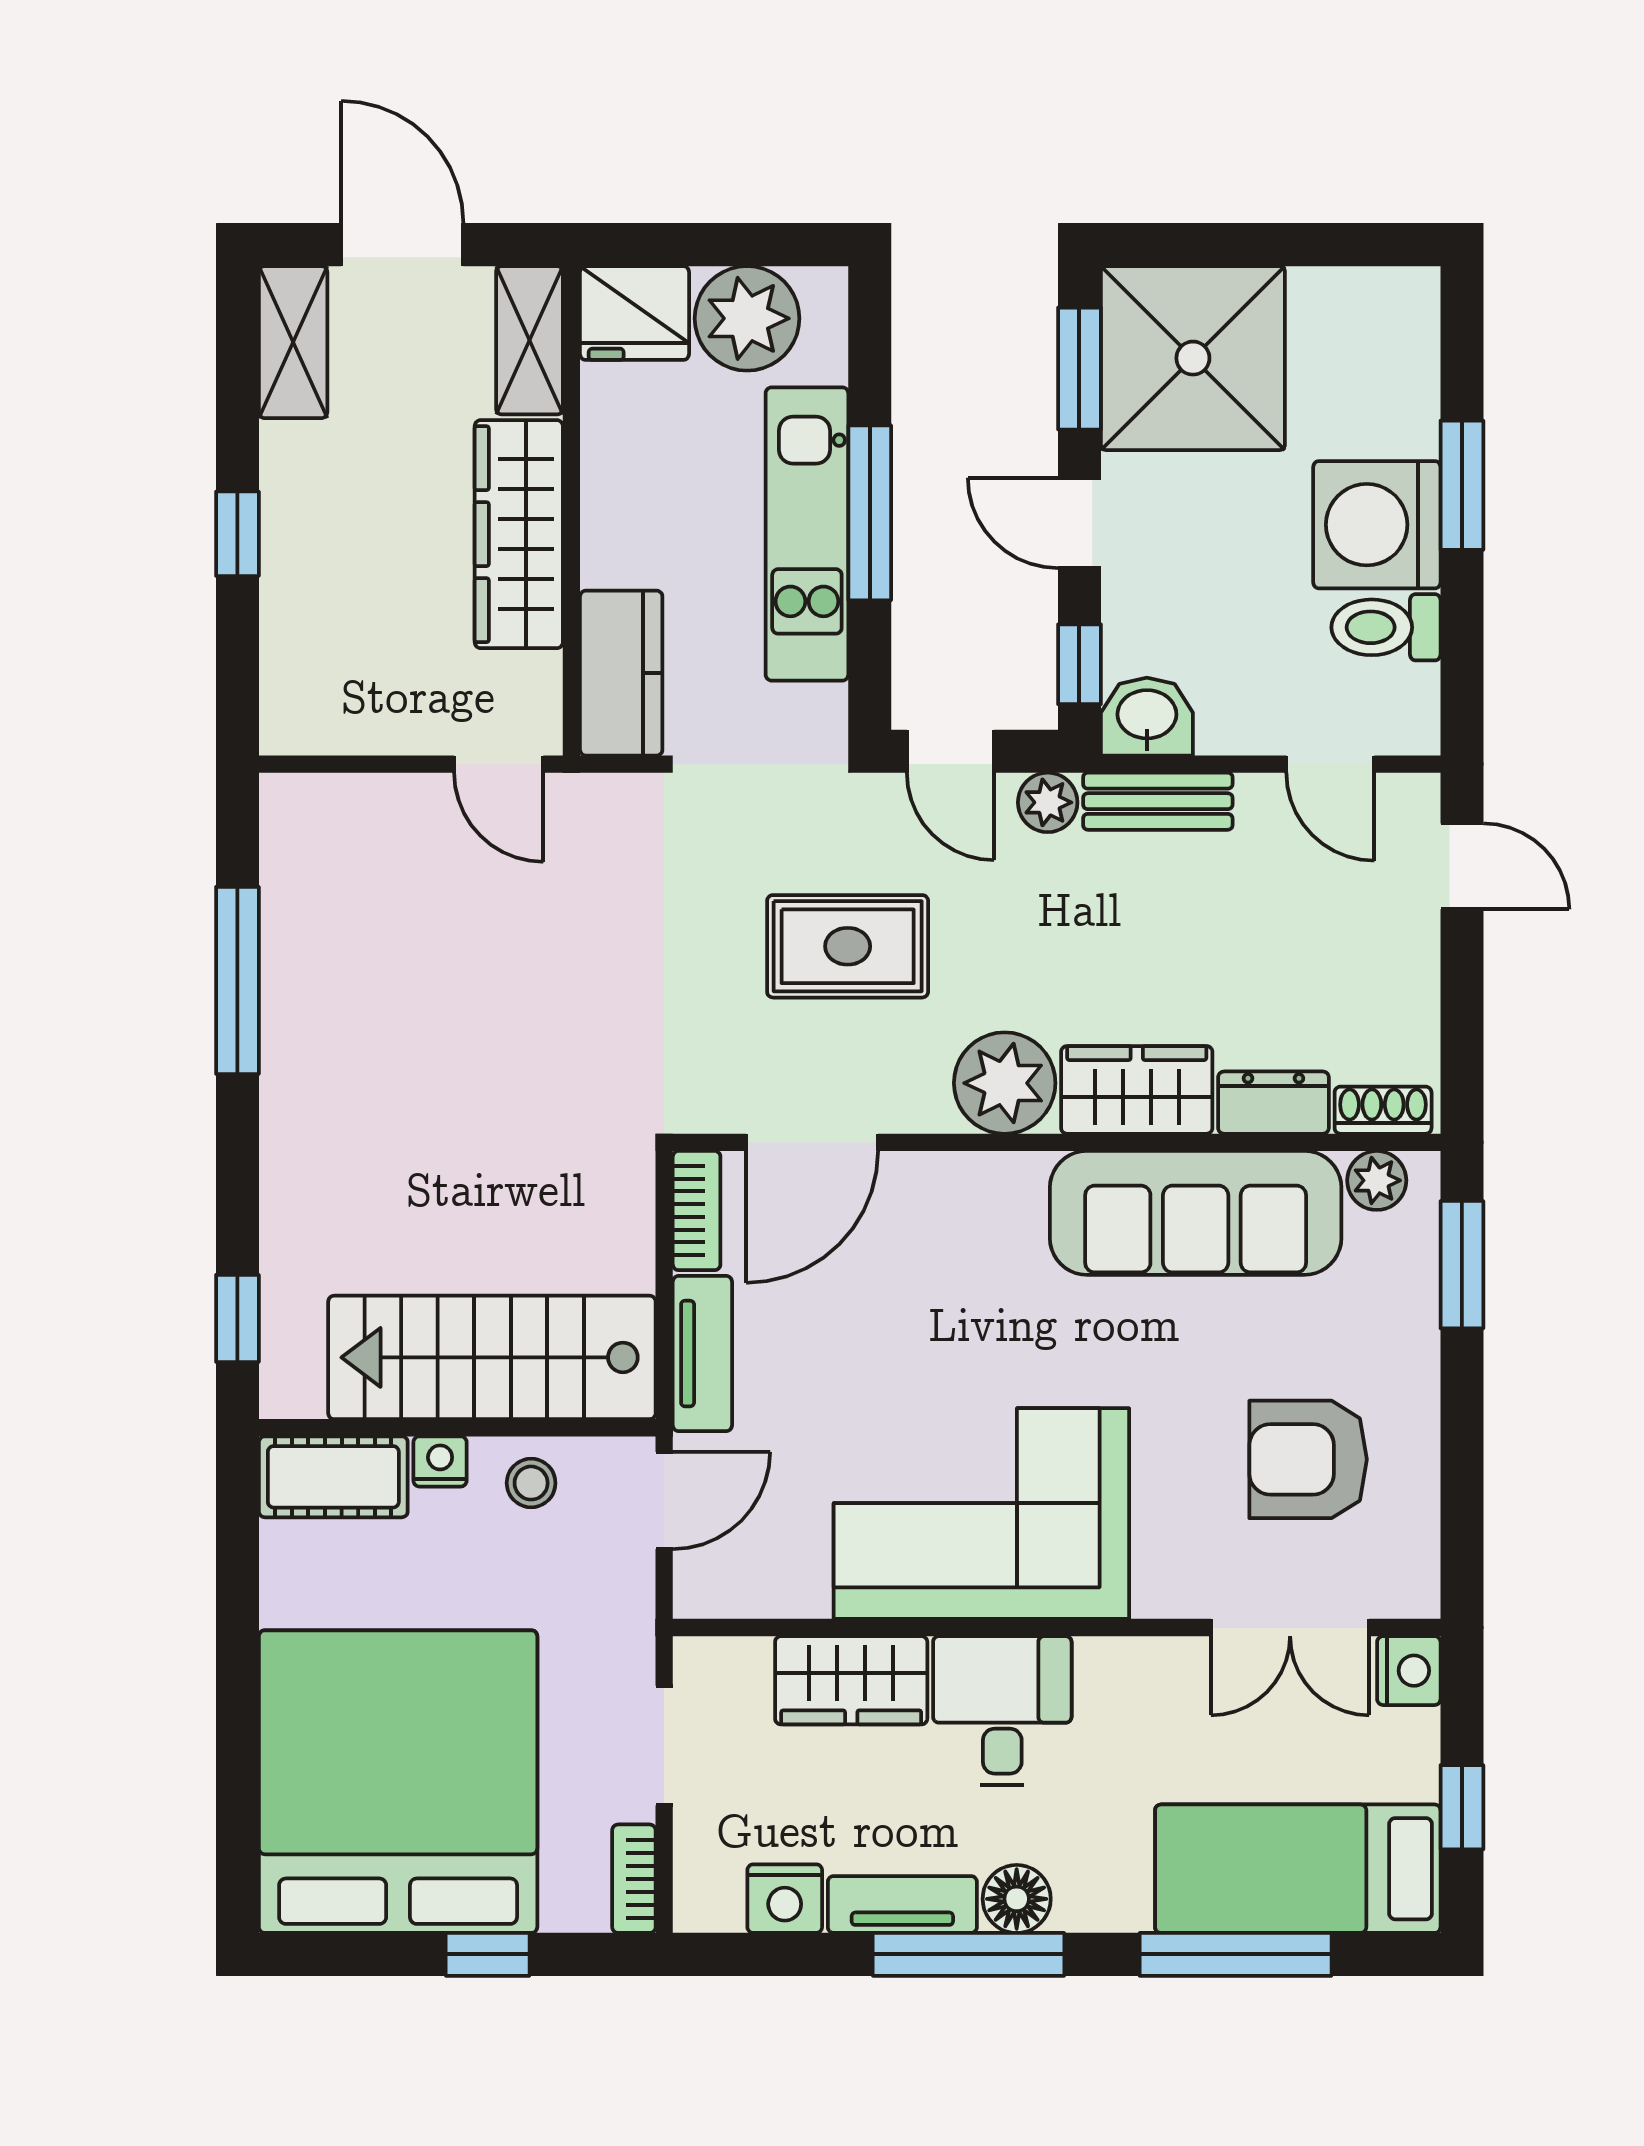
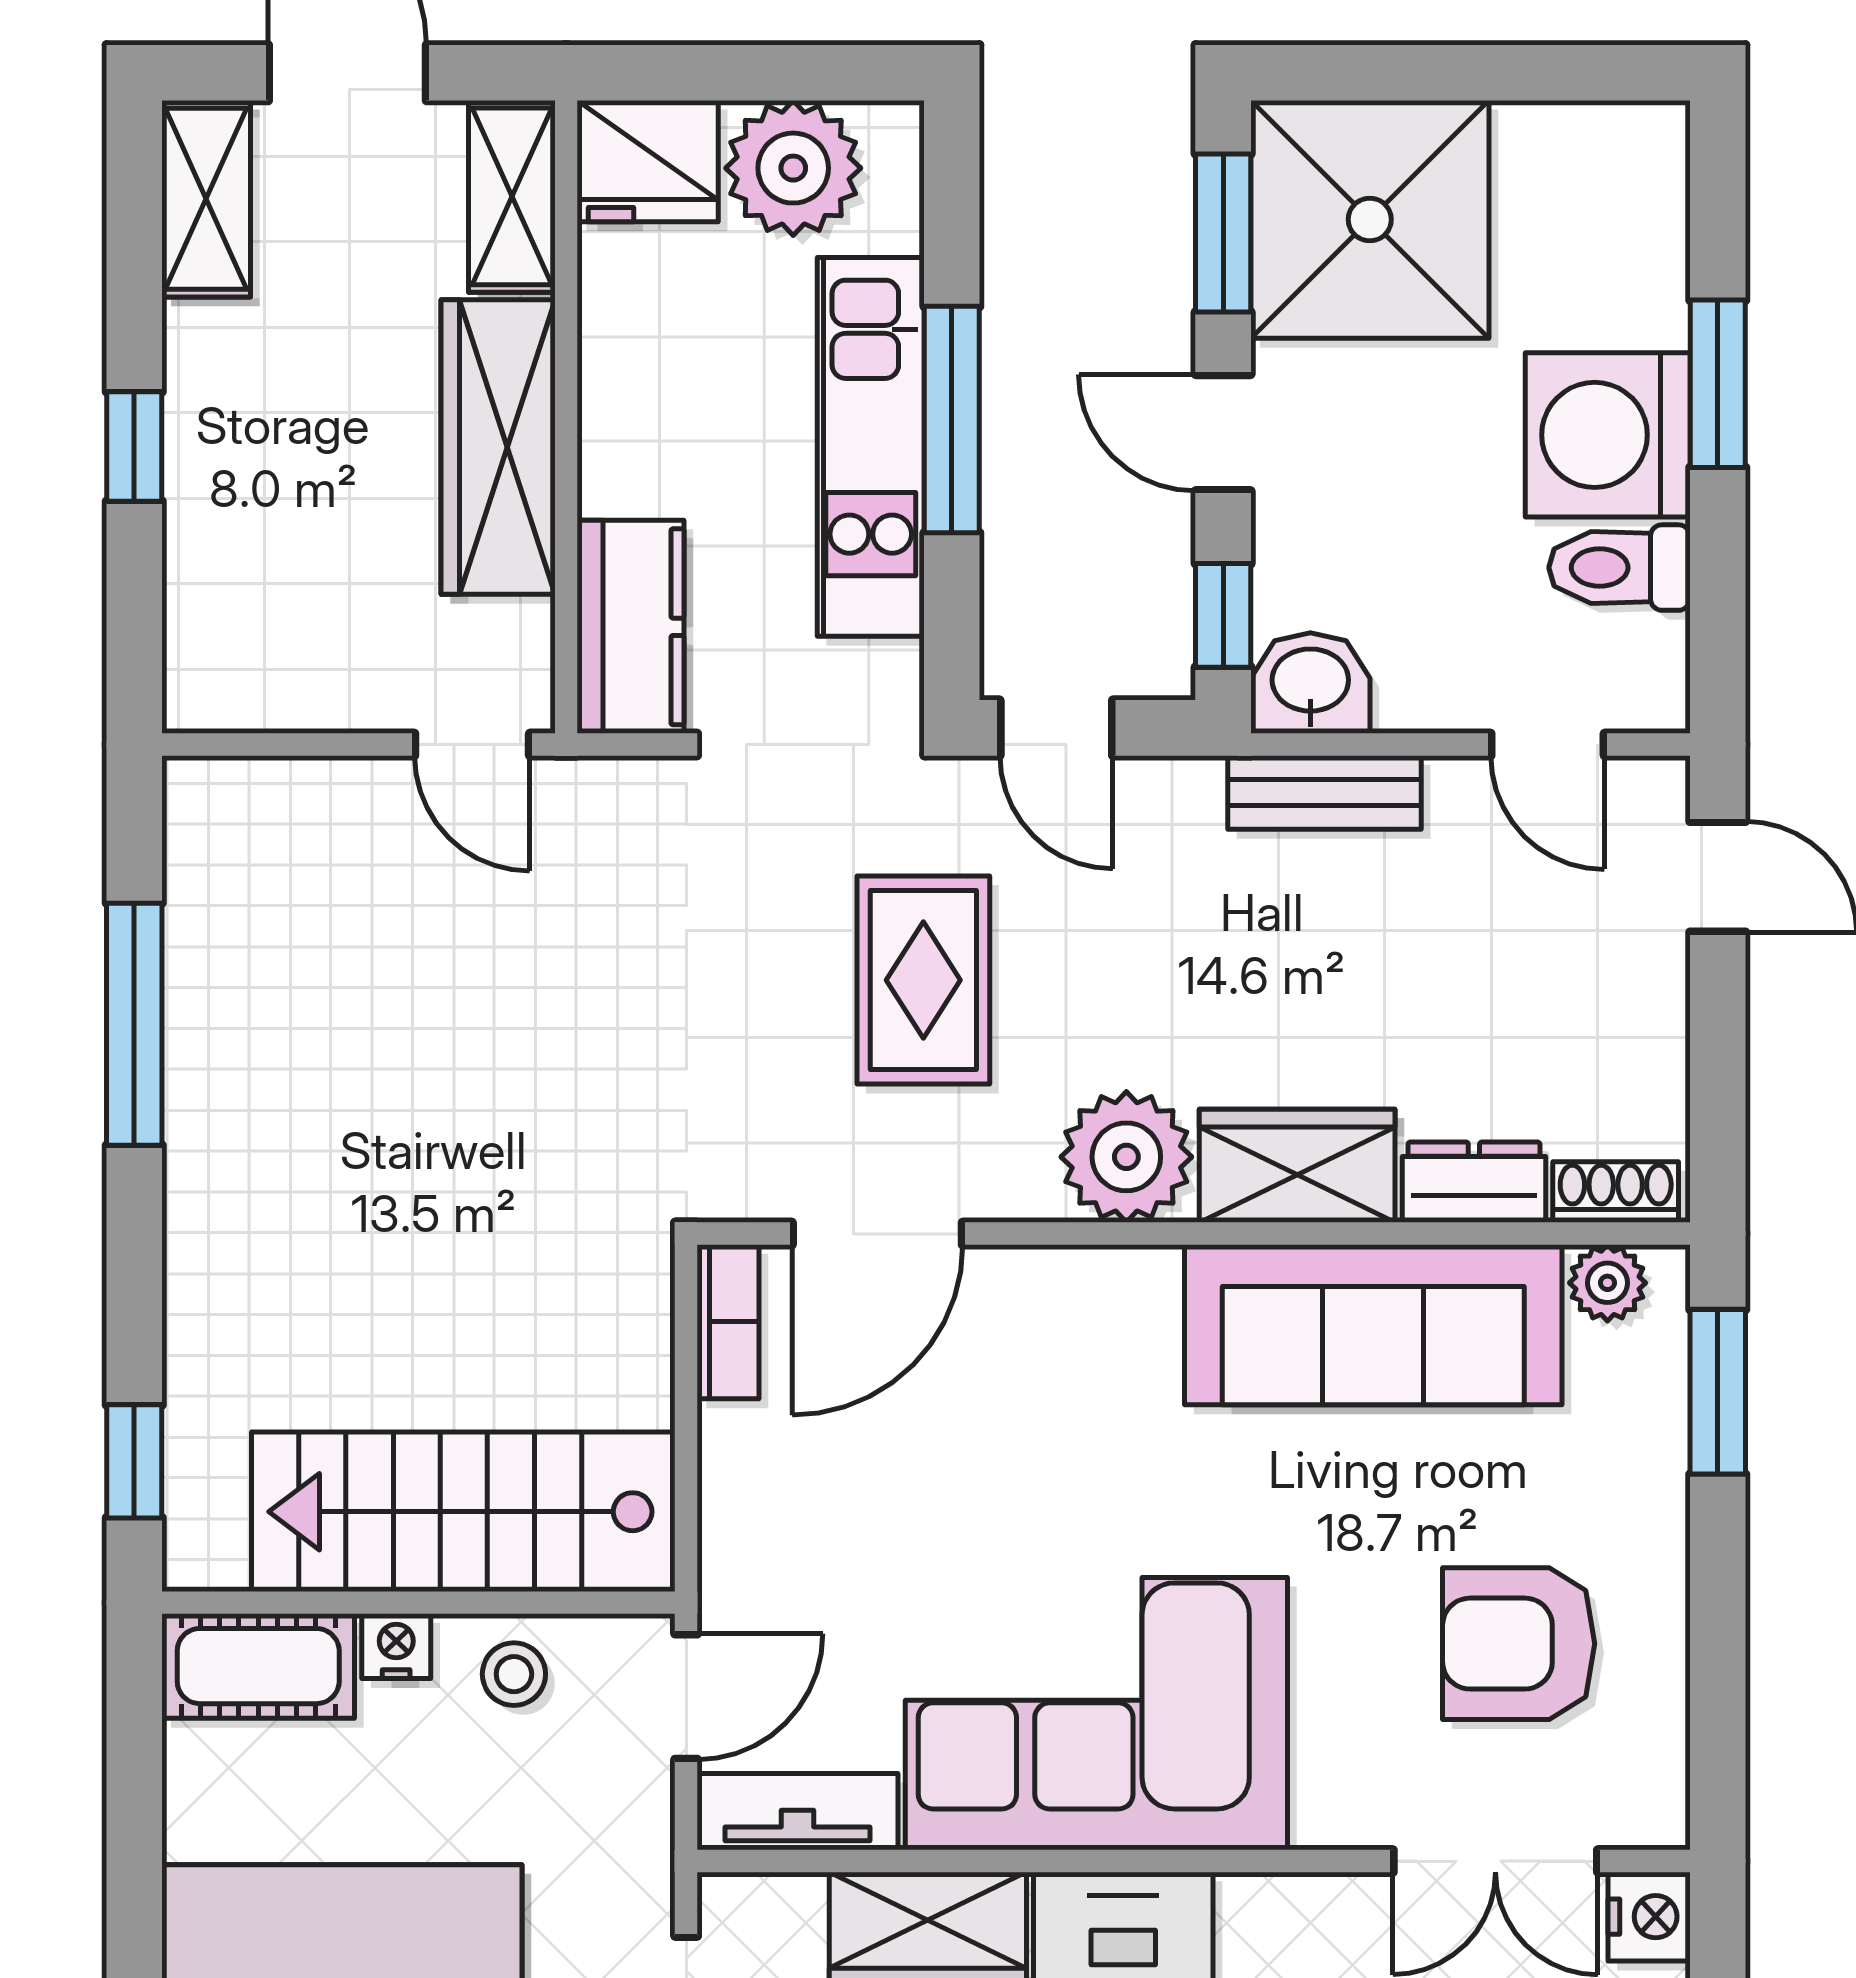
plant: (1048, 802) -> (1182, 794), removed
rug: (848, 946) -> (923, 980), turned 90
tv unit: (702, 1354) -> (798, 1812), moved, turned -90

